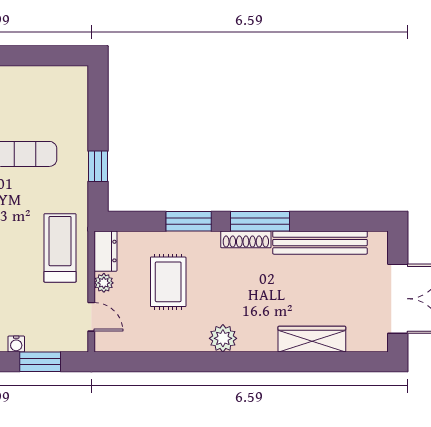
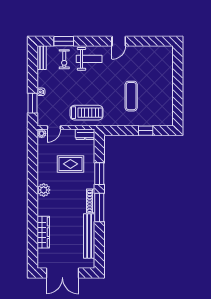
window: (98, 166) -> (146, 131), moved
plant: (104, 283) -> (42, 133), moved

